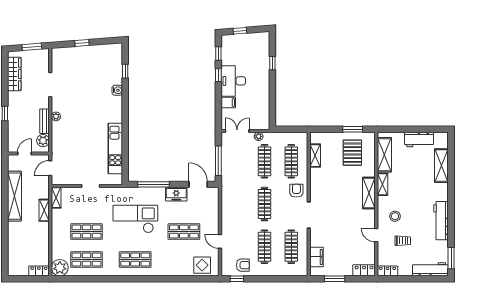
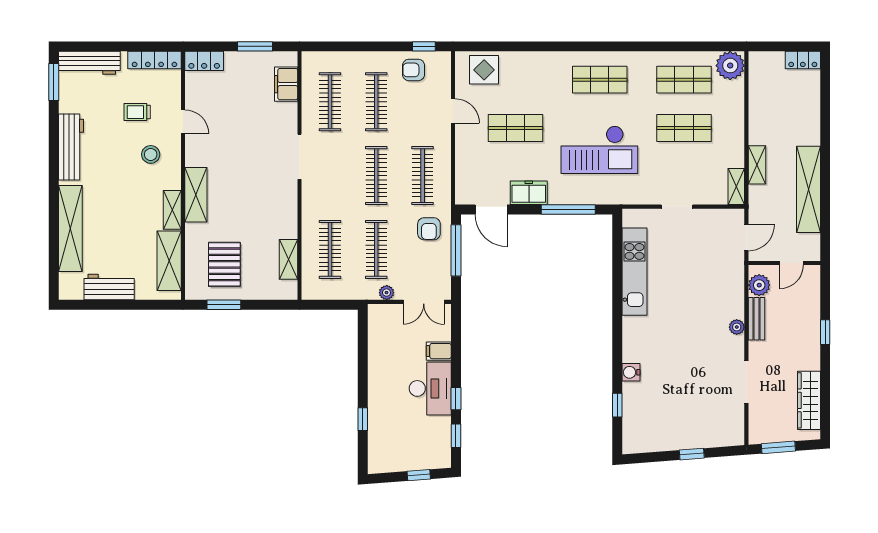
shelving: (441, 166) -> (70, 228), width x1.47
armchair: (296, 191) -> (429, 229), moved
clothes rail: (238, 204) -> (423, 176), added
locker: (39, 271) -> (803, 60), moved
locker: (387, 271) -> (154, 60), width x1.53

